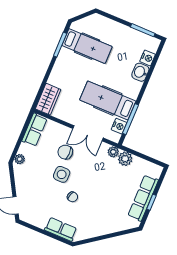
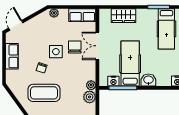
washbasin: (140, 72) -> (148, 80), moved
wardrobe: (48, 99) -> (123, 16), moved
double door: (88, 133) -> (97, 46), moved
coffee table: (100, 206) -> (44, 93), added
row of seats: (61, 229) -> (12, 56), moved

